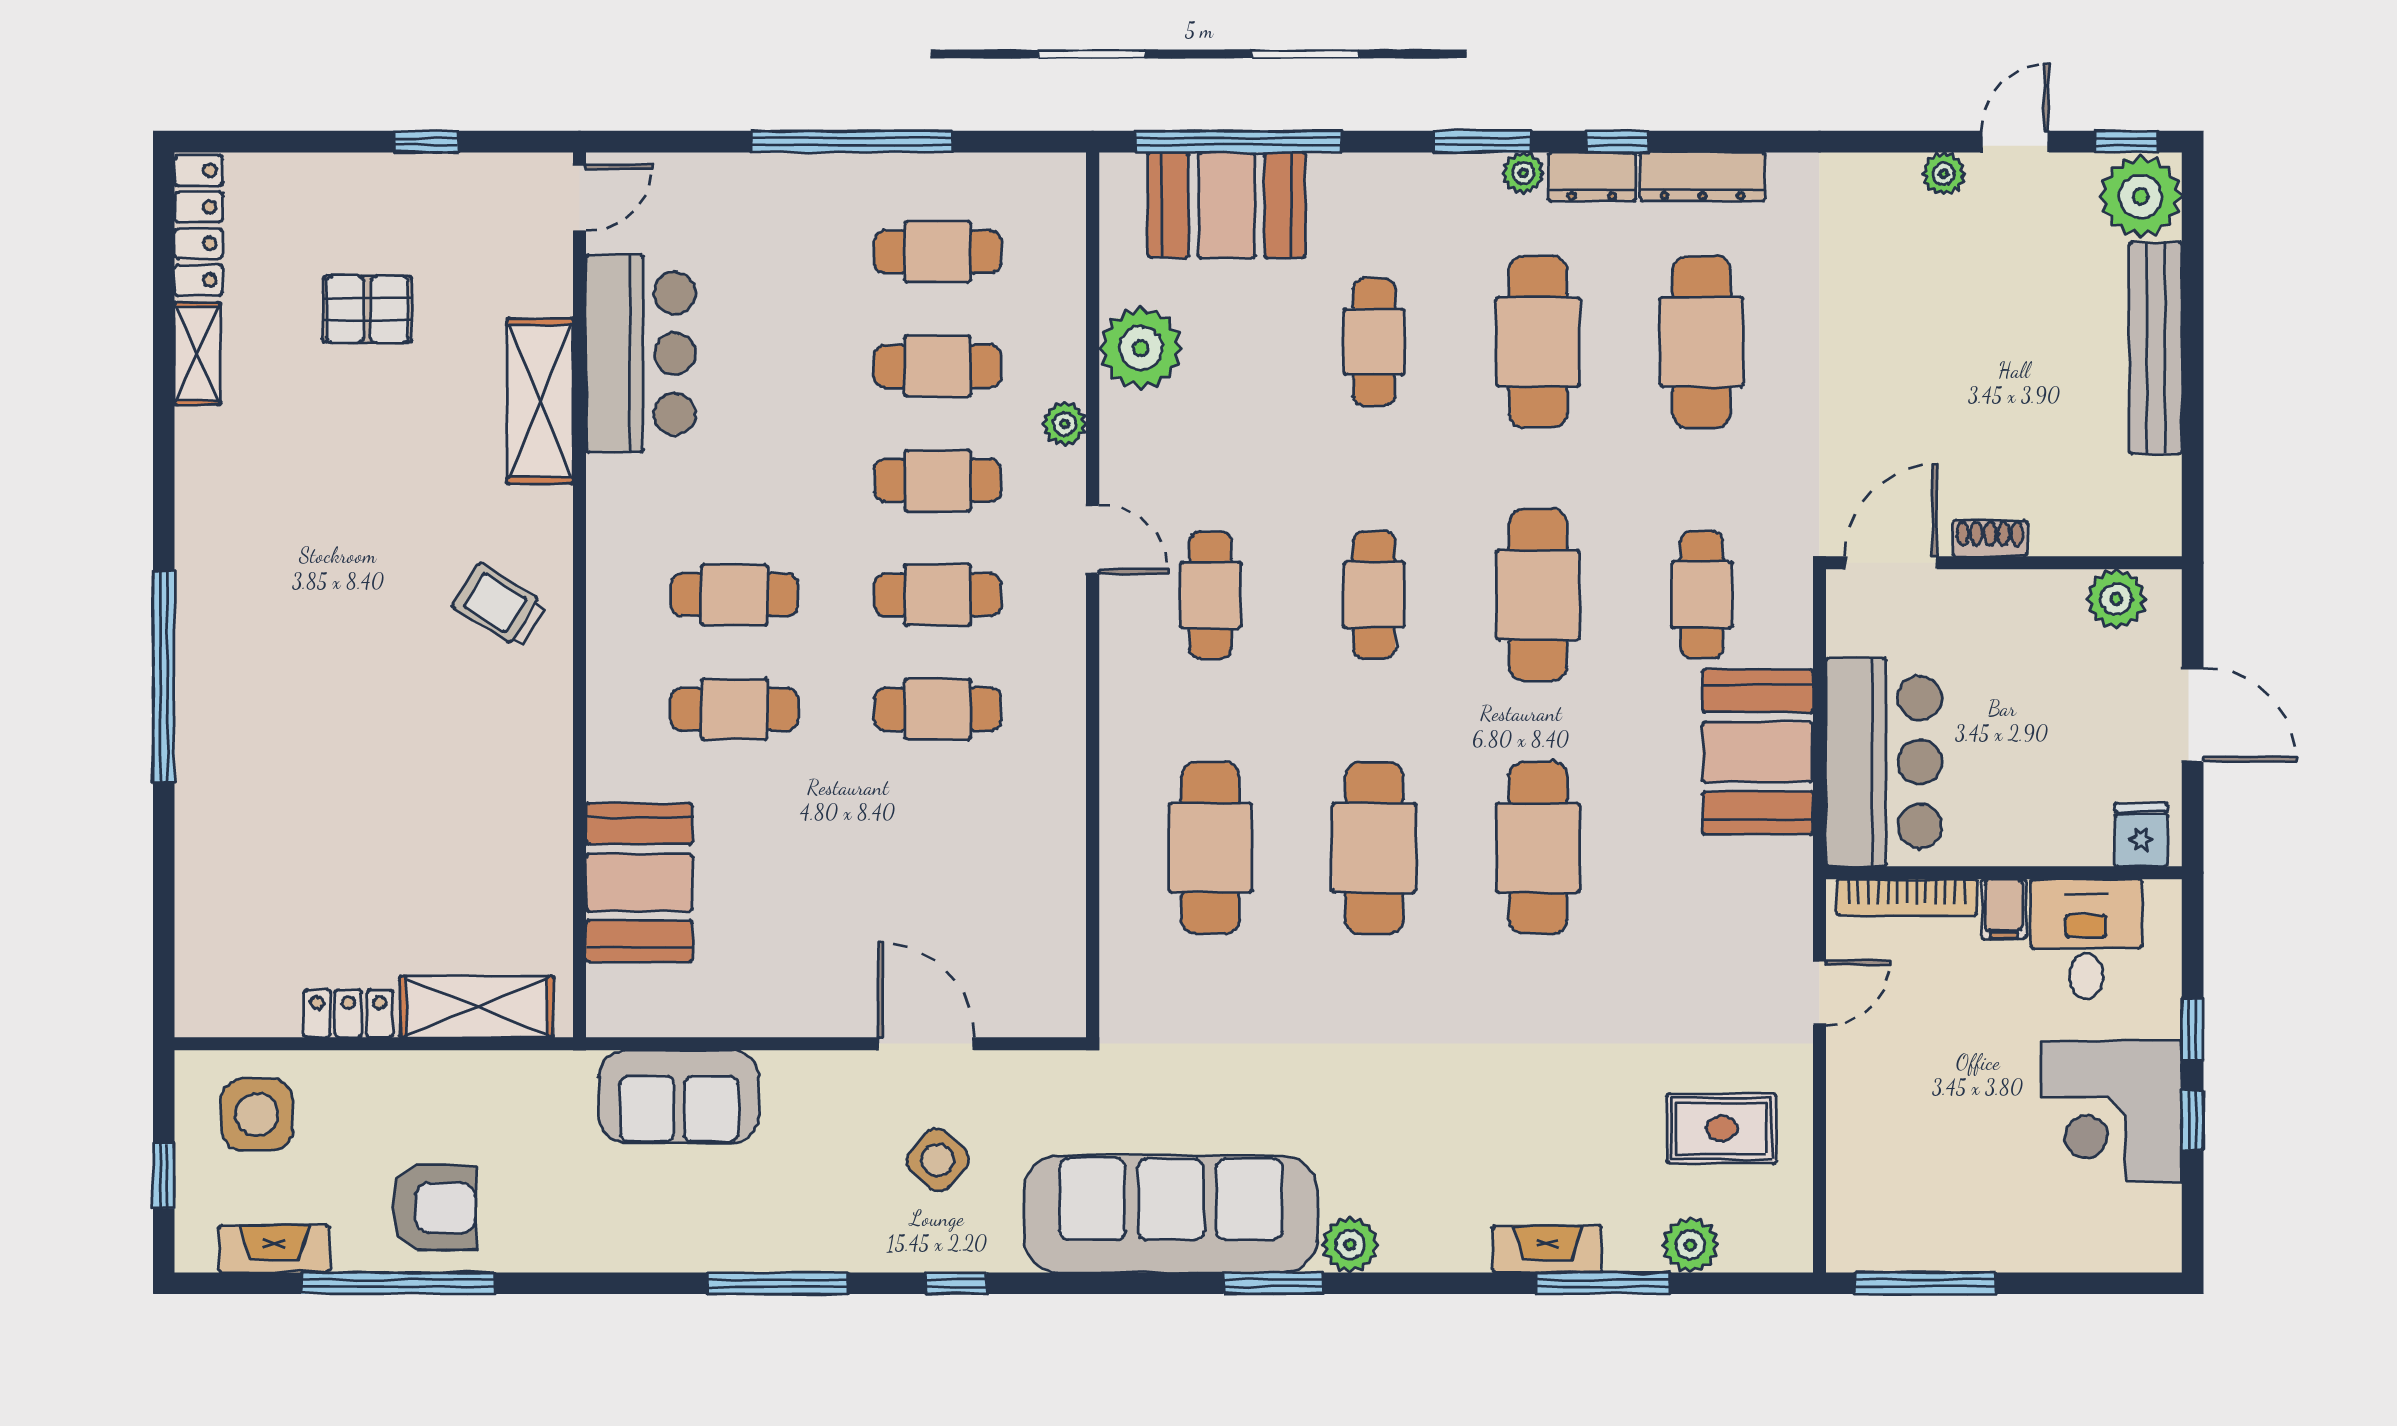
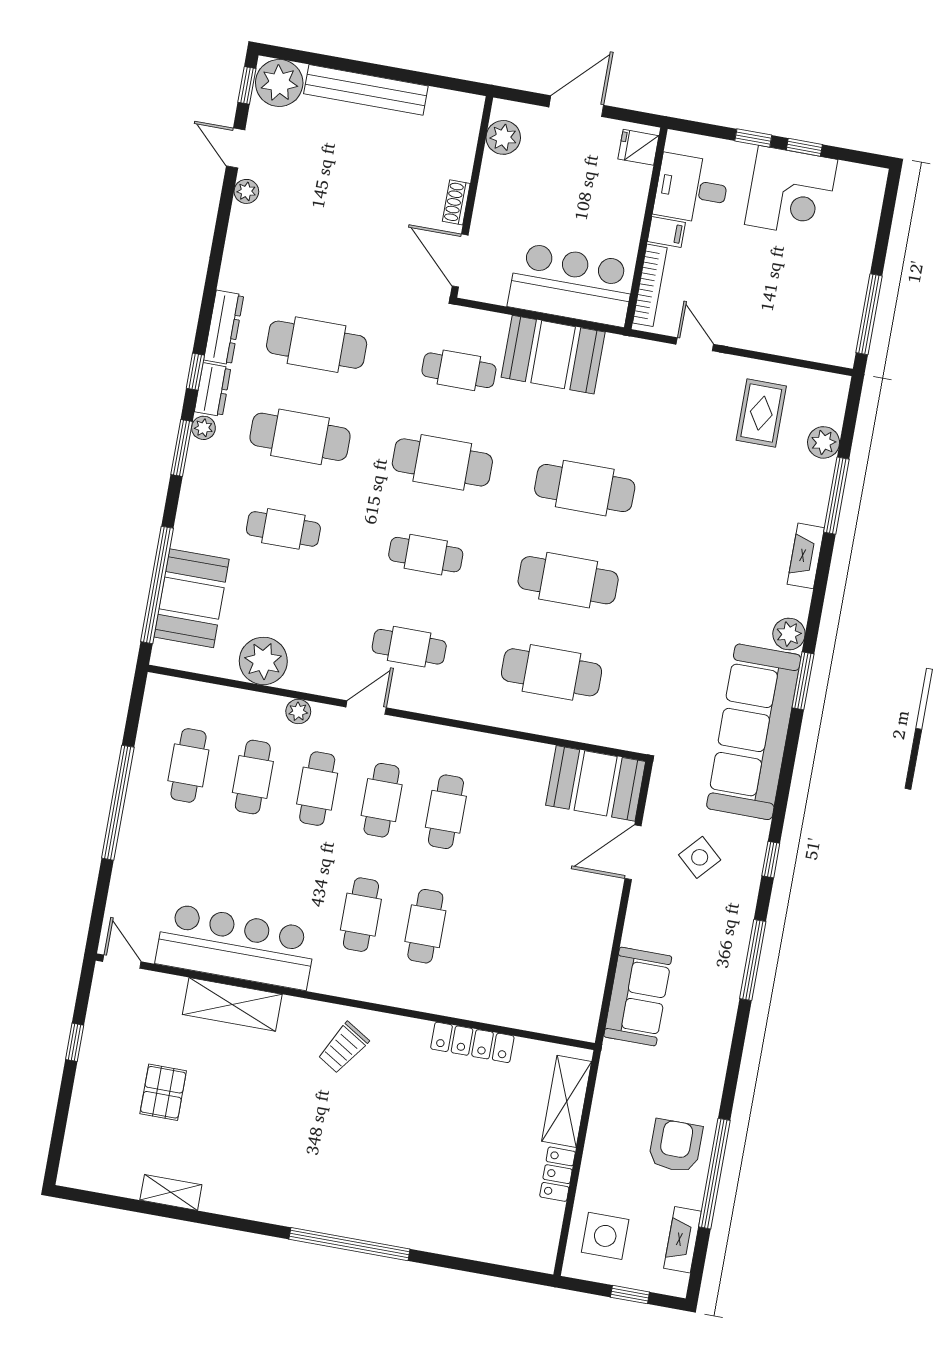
locker: (199, 225) -> (472, 1042), moved, turned 180
bar counter: (641, 354) -> (236, 947), width x1.36
booth: (639, 882) -> (596, 783), moved
fireplace: (1547, 1249) -> (806, 556), moved

